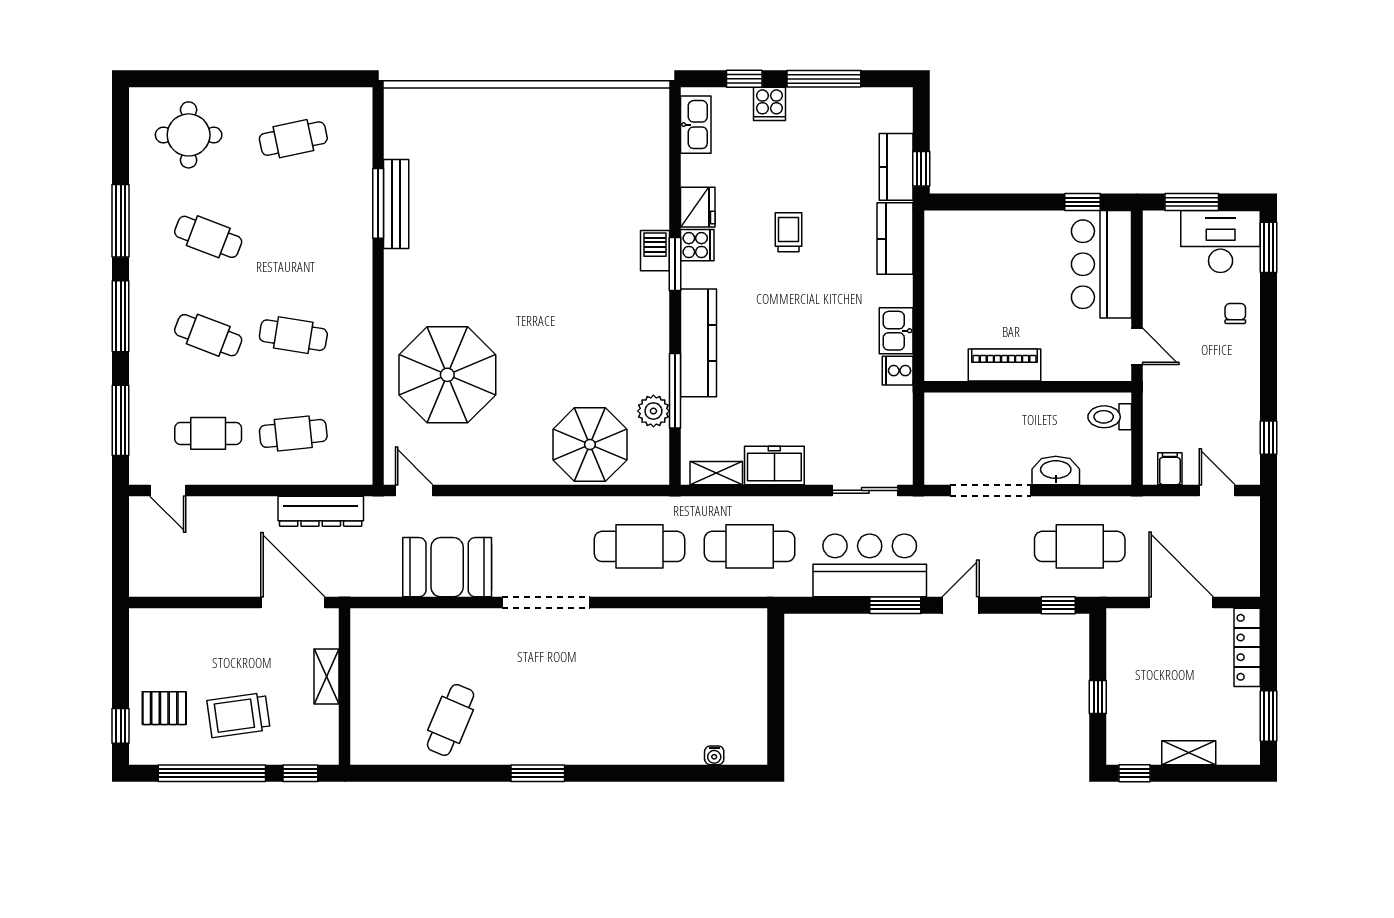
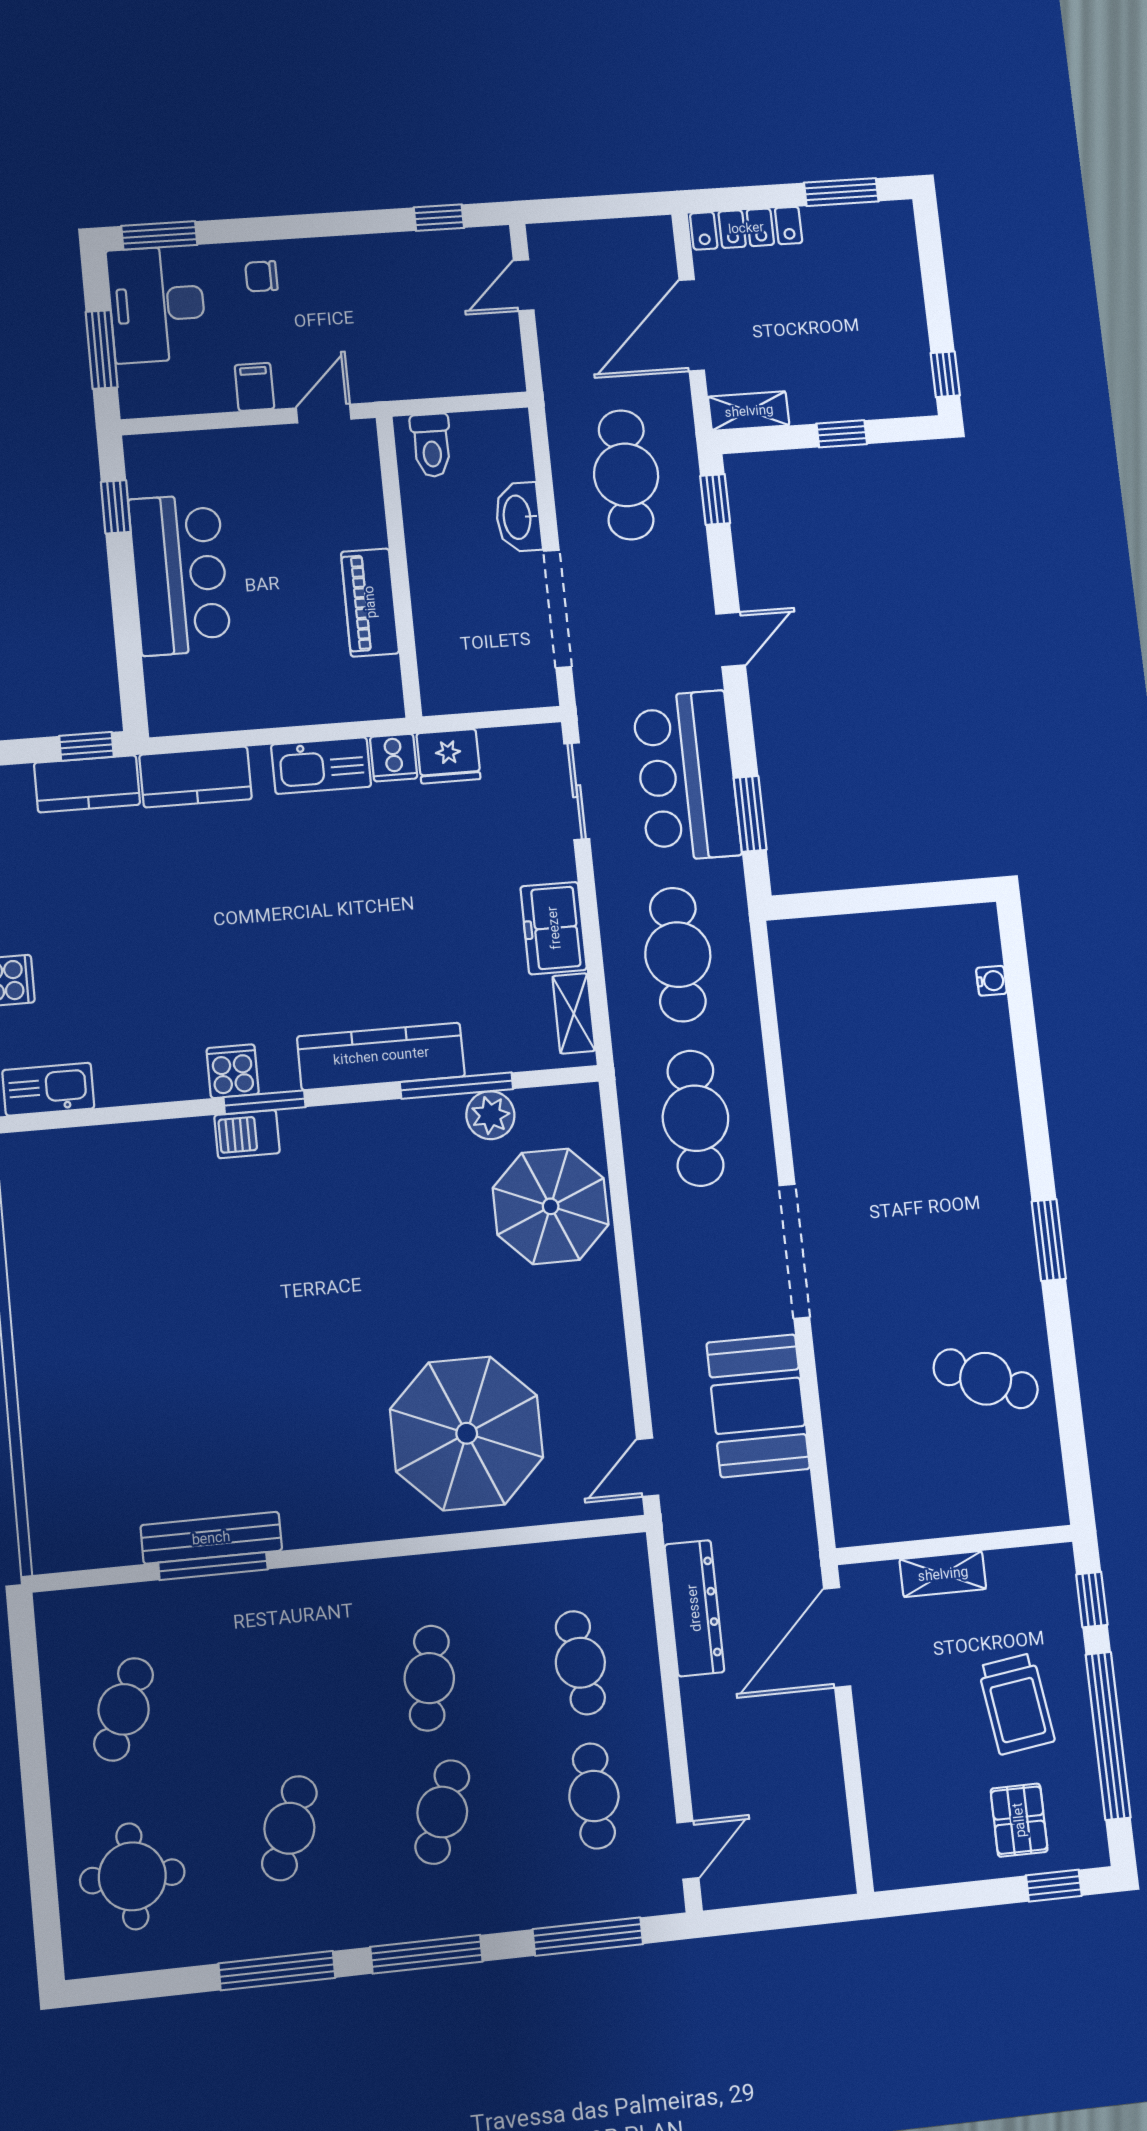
cafe table: (293, 139) -> (124, 1709), turned 36
fridge: (698, 207) -> (448, 756), moved, turned 180
trolley: (788, 232) -> (201, 936), removed
bar counter: (1101, 264) -> (180, 575), moved, turned -90
kitchen sink: (896, 331) -> (321, 766), width x1.38
filing cabinet: (1170, 469) -> (254, 387), moved, turned 90
window: (895, 605) -> (750, 814), moved
door: (961, 605) -> (731, 639), swing flipped
shelving: (1189, 753) -> (749, 411), moved, turned 90

